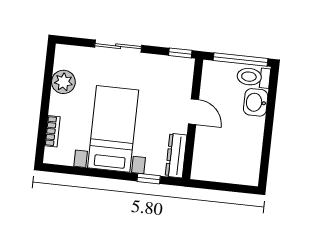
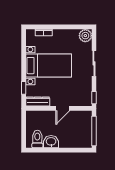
toilet: (253, 77) -> (37, 139), moved
plant: (63, 82) -> (85, 36), moved
washbasin: (256, 102) -> (51, 142), moved

